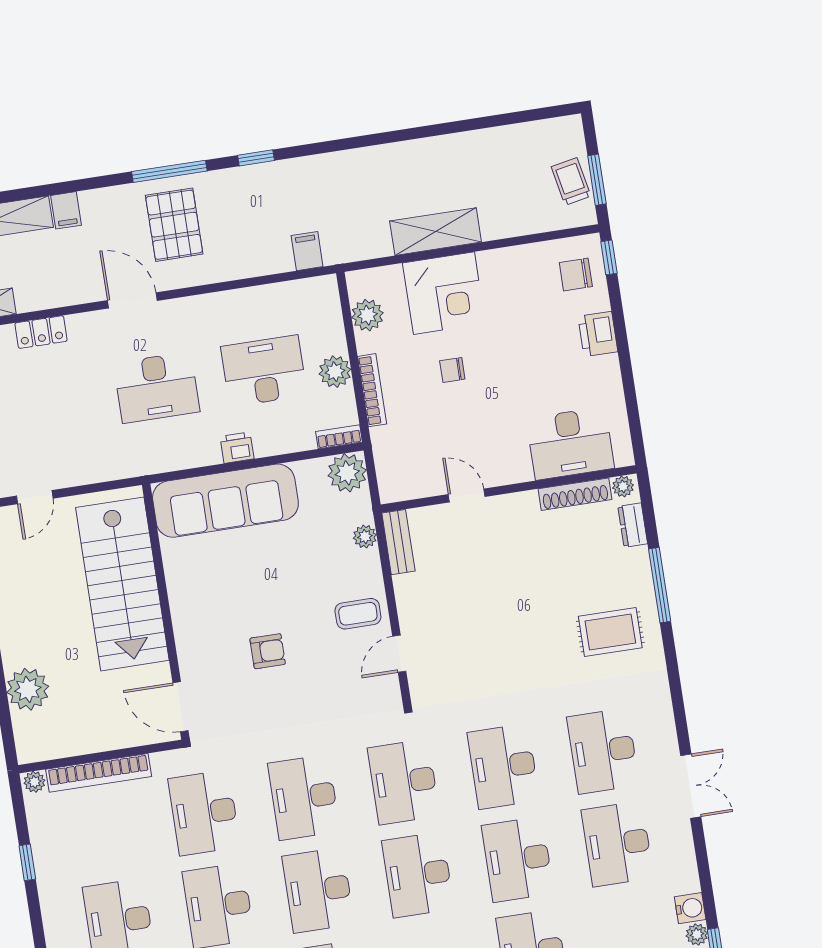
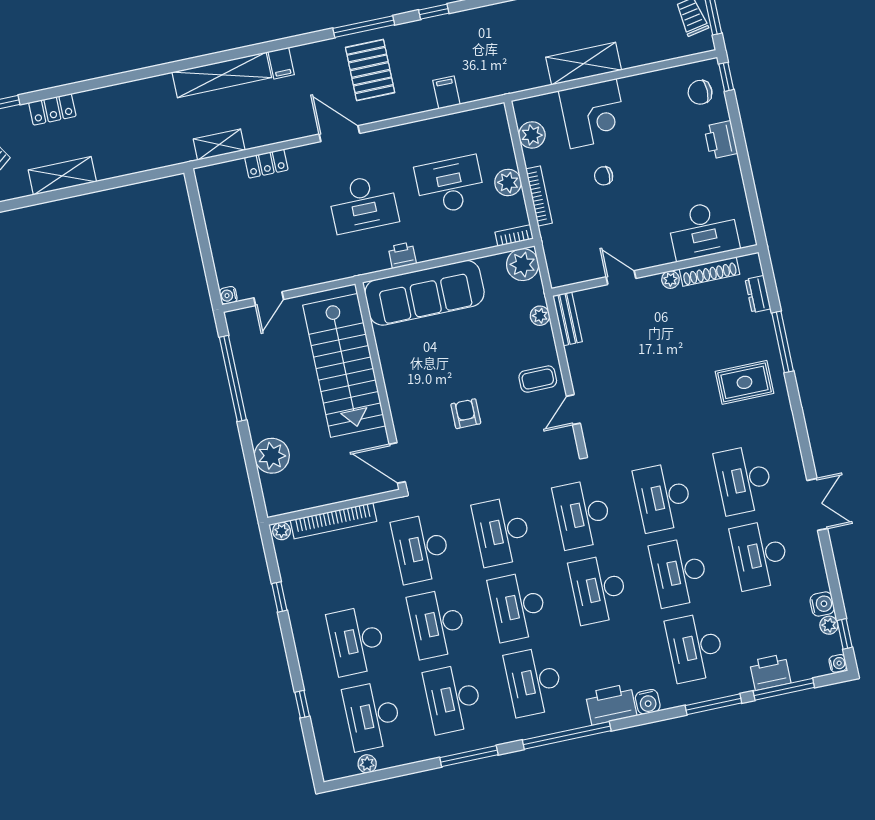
filing cabinet: (307, 251) -> (446, 92), moved
printer: (237, 448) -> (402, 255), moved
plant: (623, 486) -> (670, 280), moved
armchair: (268, 651) -> (466, 414), turned -90

